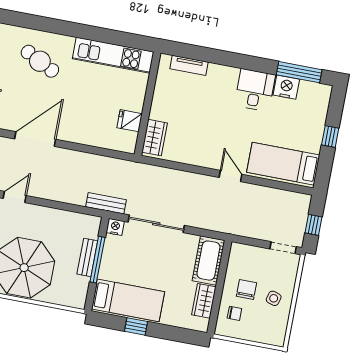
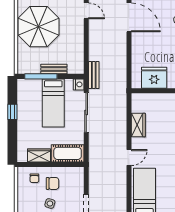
fridge: (130, 121) -> (154, 78), width x1.88, depth x1.34
wardrobe: (155, 138) -> (138, 125), moved, turned -90
window: (97, 260) -> (41, 76), moved
bed: (128, 300) -> (53, 103), moved

